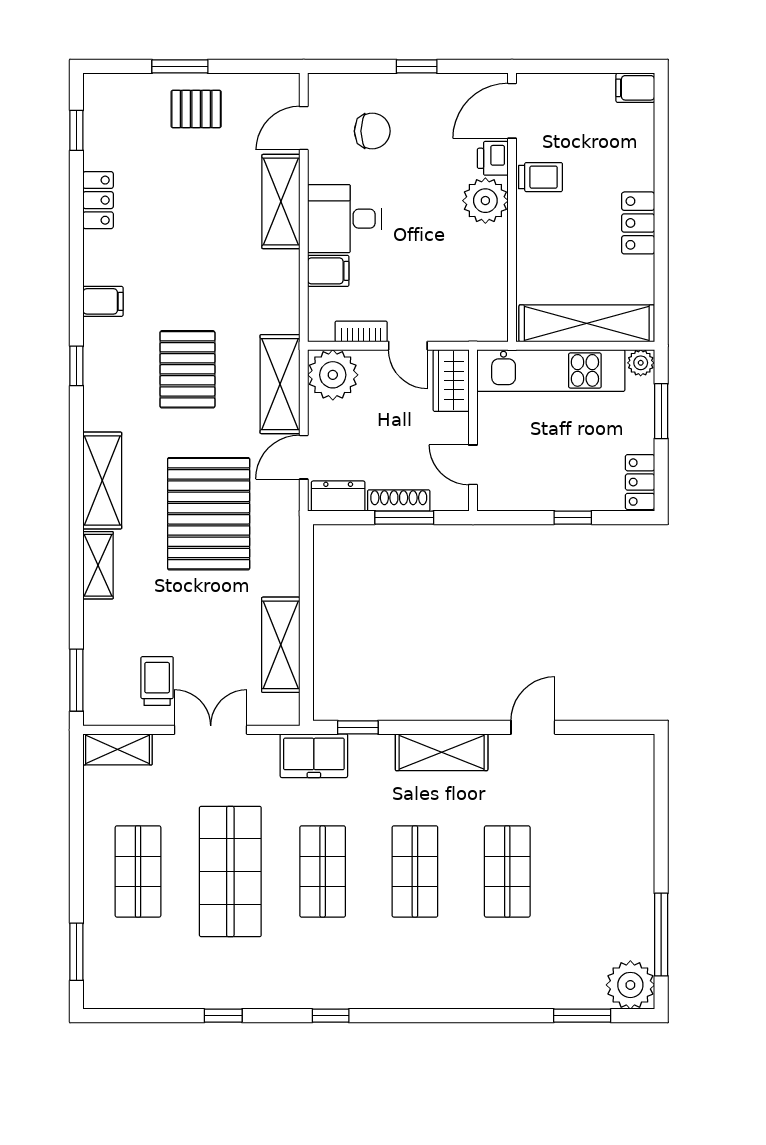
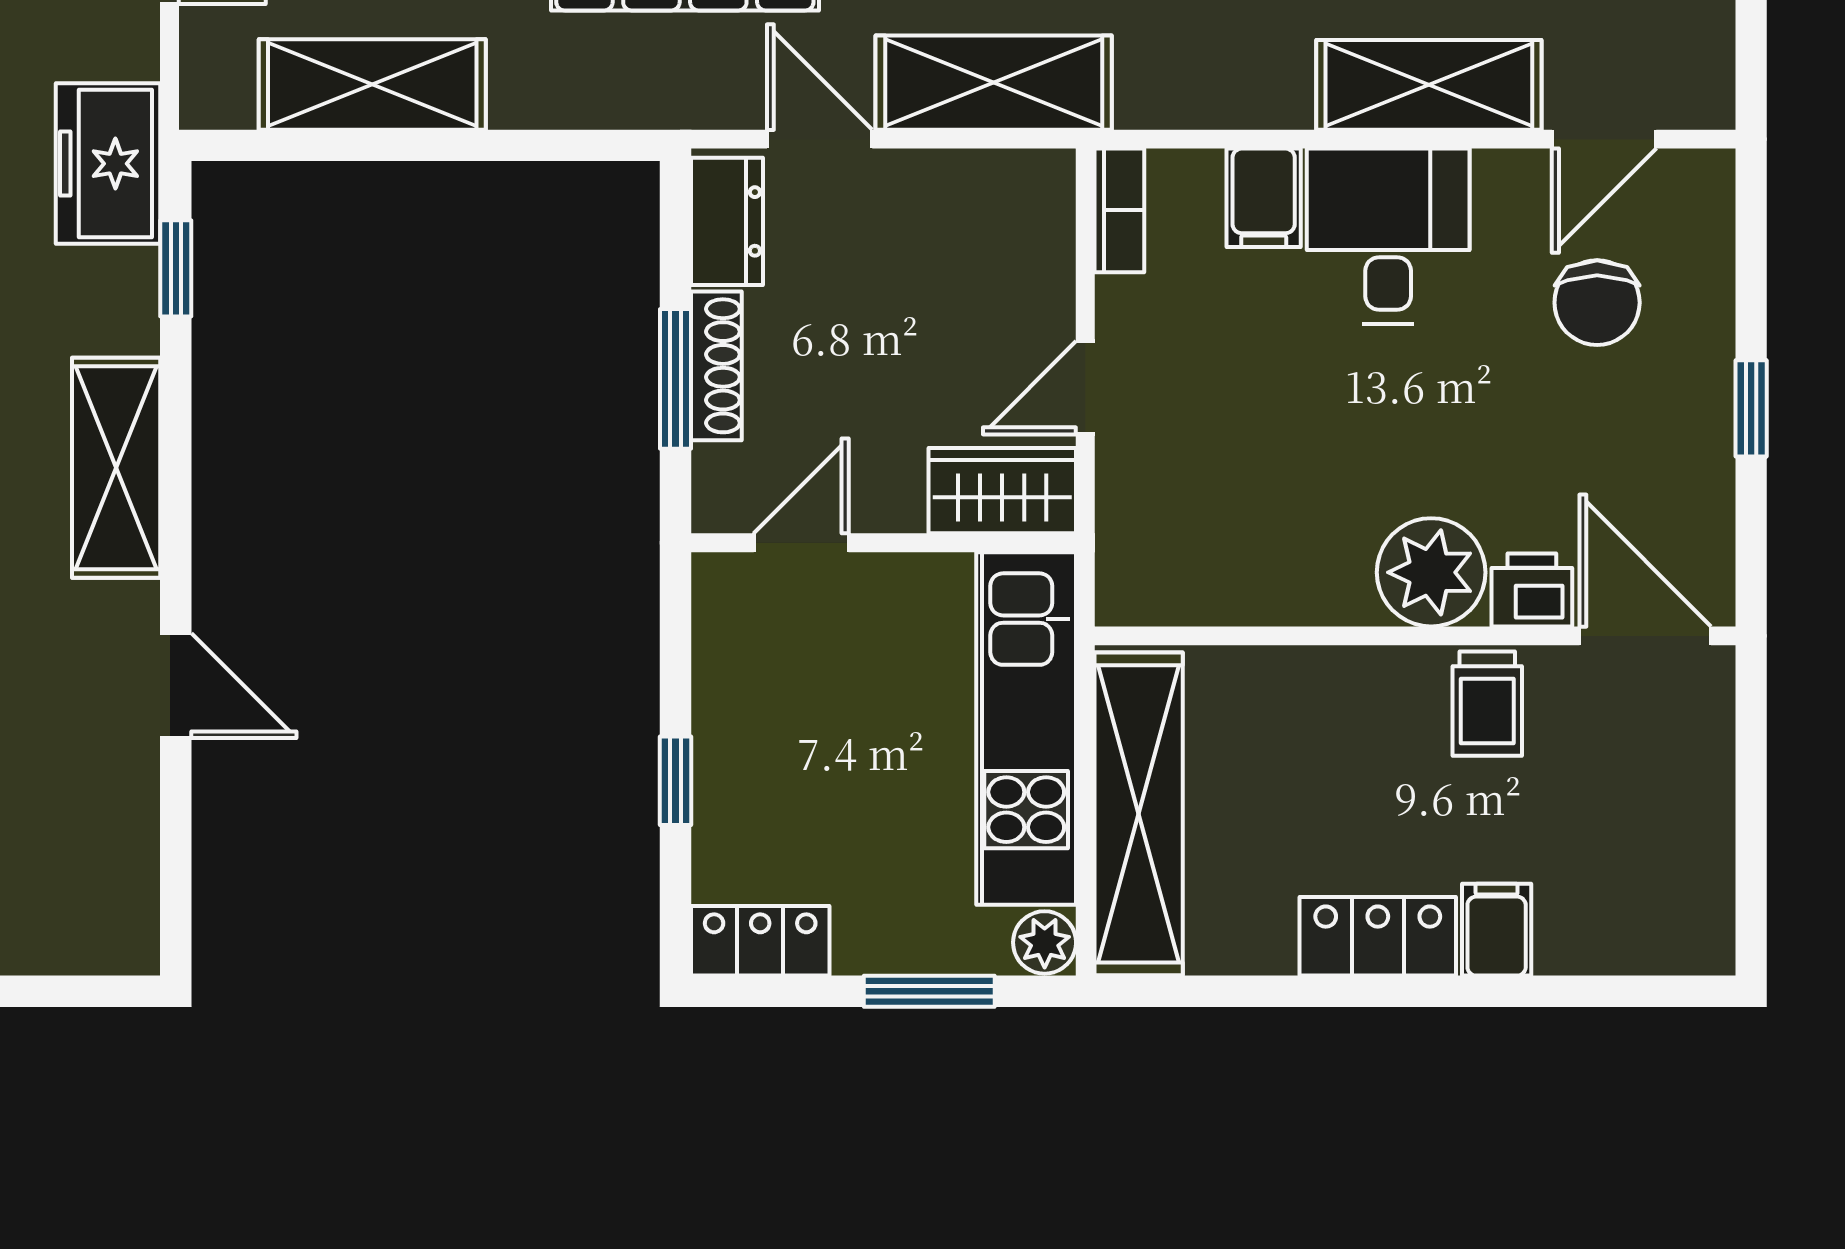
filing cabinet: (635, 88) -> (1497, 930), moved
door: (304, 128) -> (1604, 139), swing flipped
bookcase: (361, 331) -> (1119, 210), moved
plant: (333, 375) -> (1016, 209), removed

